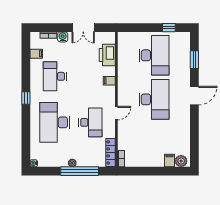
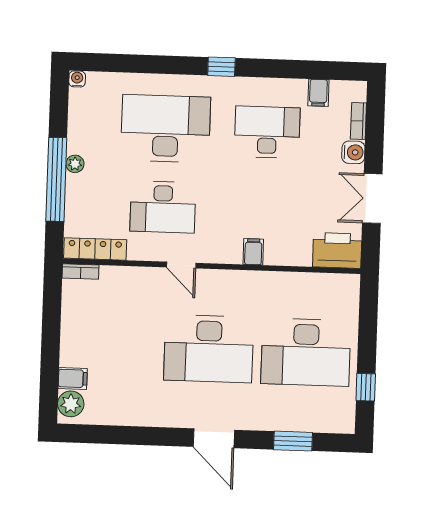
printer: (107, 55) -> (337, 250), moved

